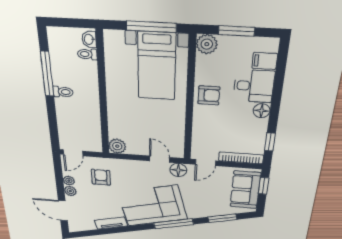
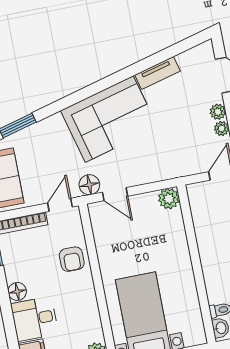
armchair: (209, 95) -> (72, 259), moved, turned -90
armchair: (101, 177) -> (182, 146), removed
window: (173, 224) -> (76, 97), removed

